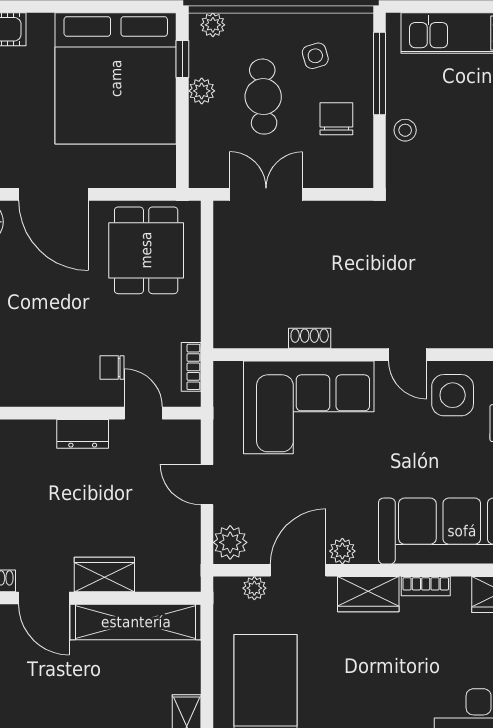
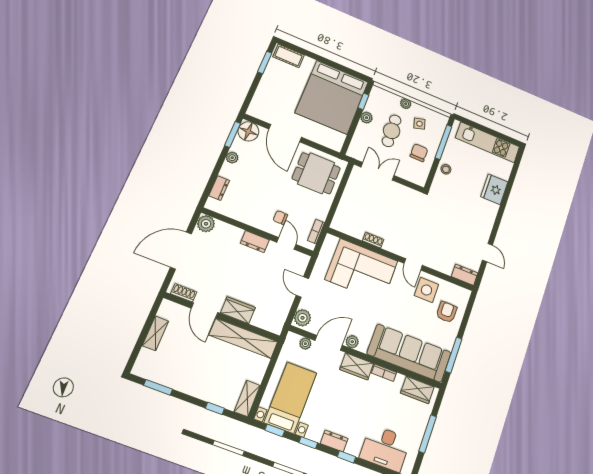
plant: (213, 25) -> (406, 104), moved
dining table: (146, 250) -> (316, 173), turned 90

